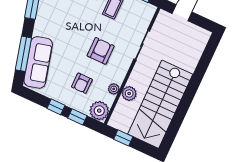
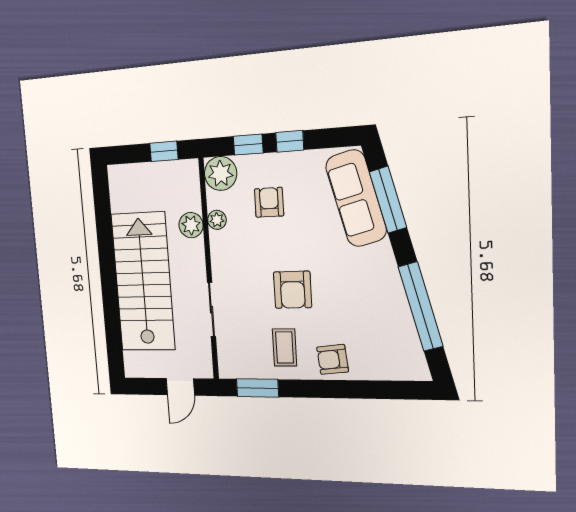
armchair: (101, 51) -> (293, 290), moved
stairs: (160, 104) -> (143, 282), moved

